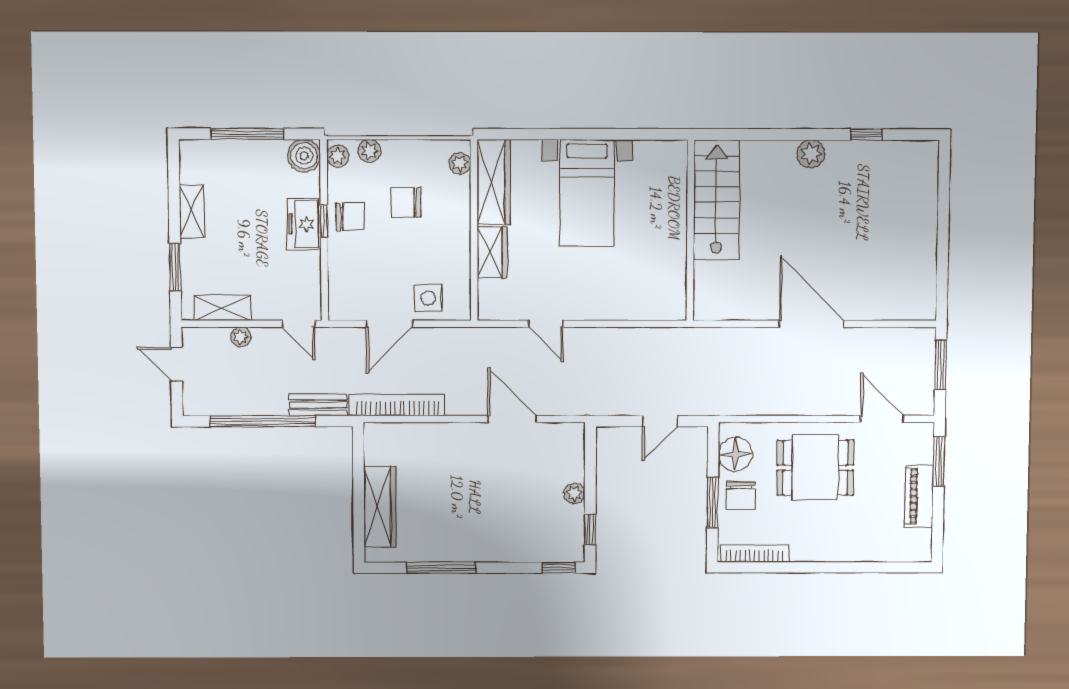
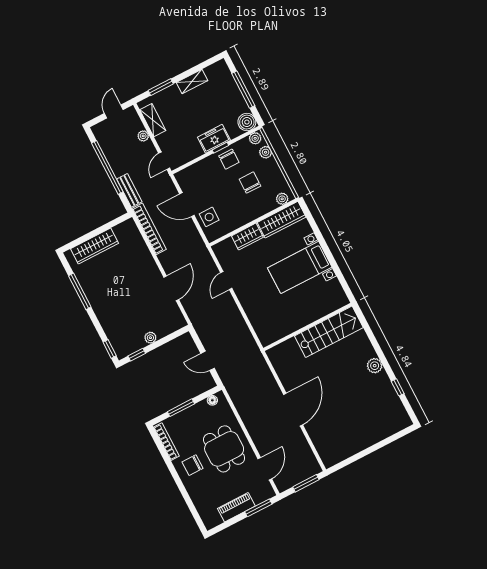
floor lamp: (735, 454) -> (212, 400), width x0.53, depth x0.53
chair: (741, 496) -> (192, 465), moved

